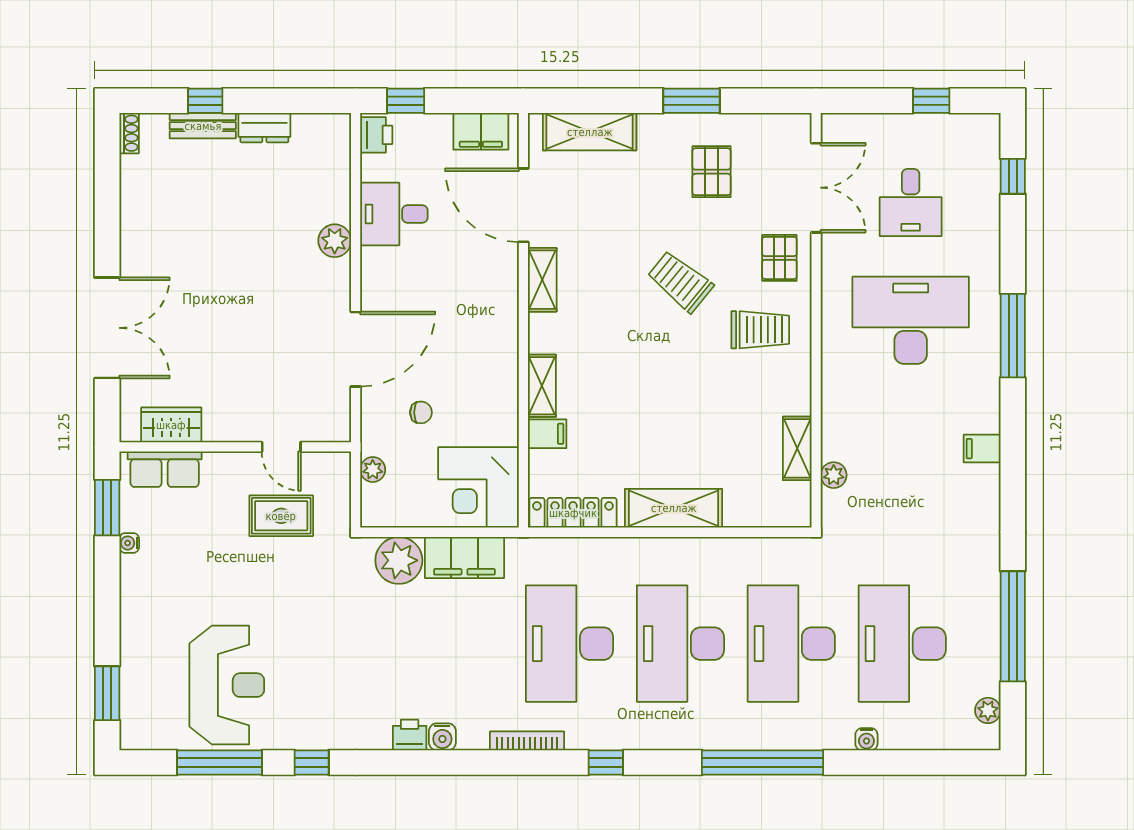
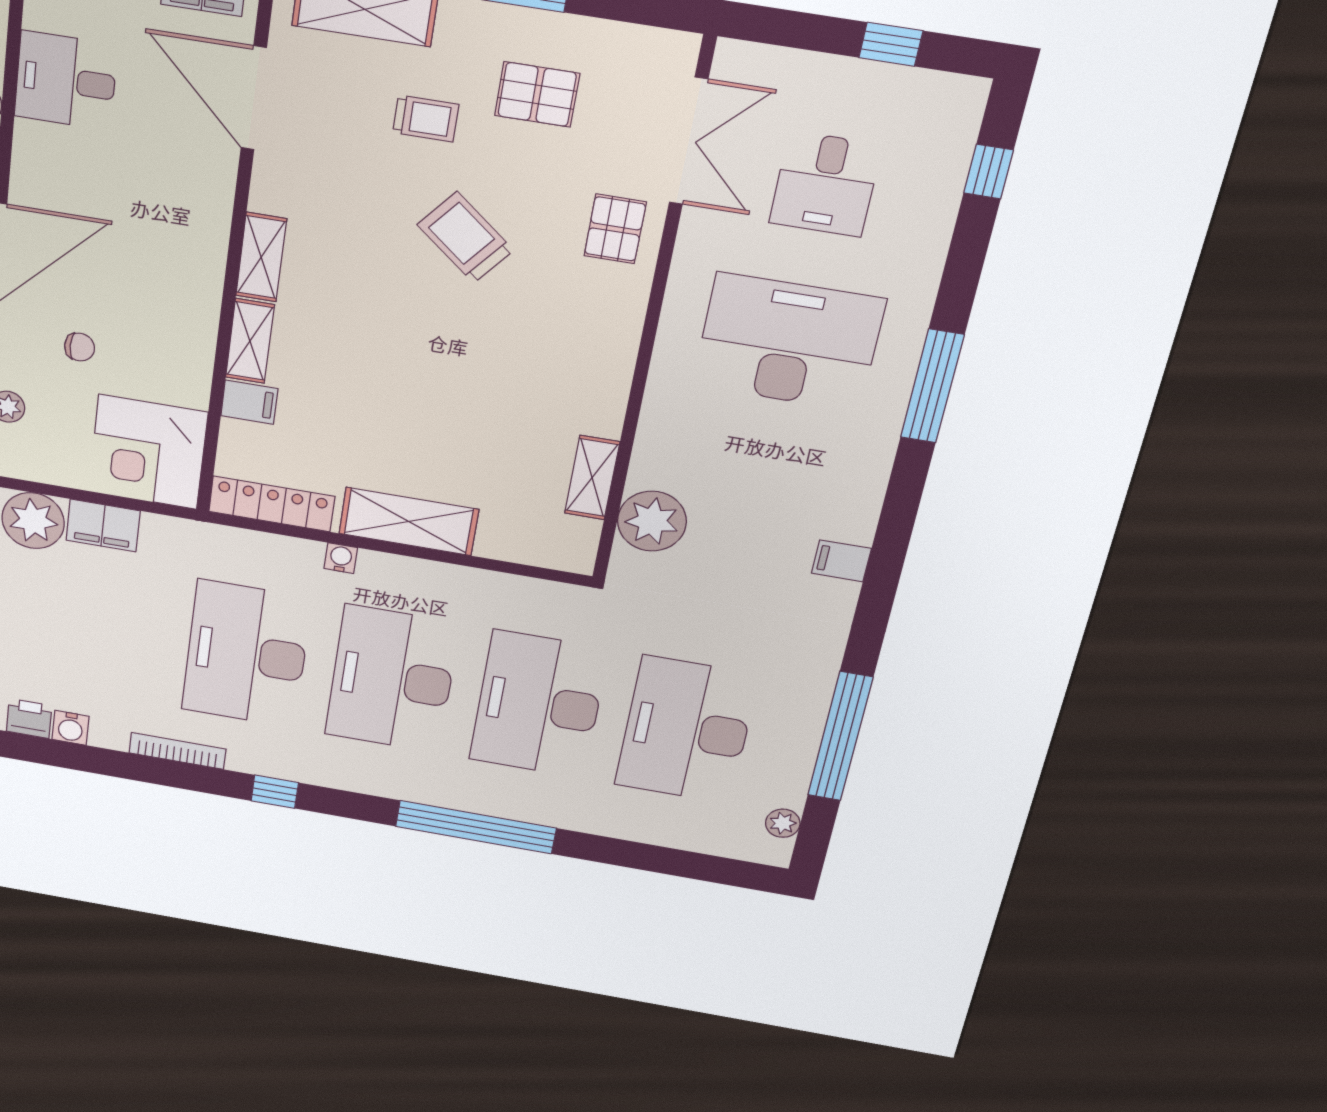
pallet: (711, 172) -> (537, 94), turned 90
shelving: (542, 280) -> (261, 257), moved
trolley: (760, 330) -> (426, 119), moved, width x0.73, depth x0.72
filing cabinet: (982, 449) -> (841, 561), moved
plant: (834, 475) -> (652, 521), width x1.87, depth x1.87
filing cabinet: (464, 557) -> (103, 526), width x0.67, depth x0.86
water cooler: (866, 739) -> (341, 558), moved, turned 180

